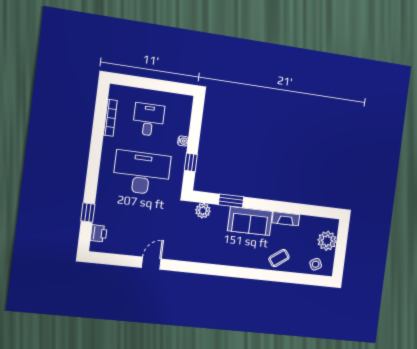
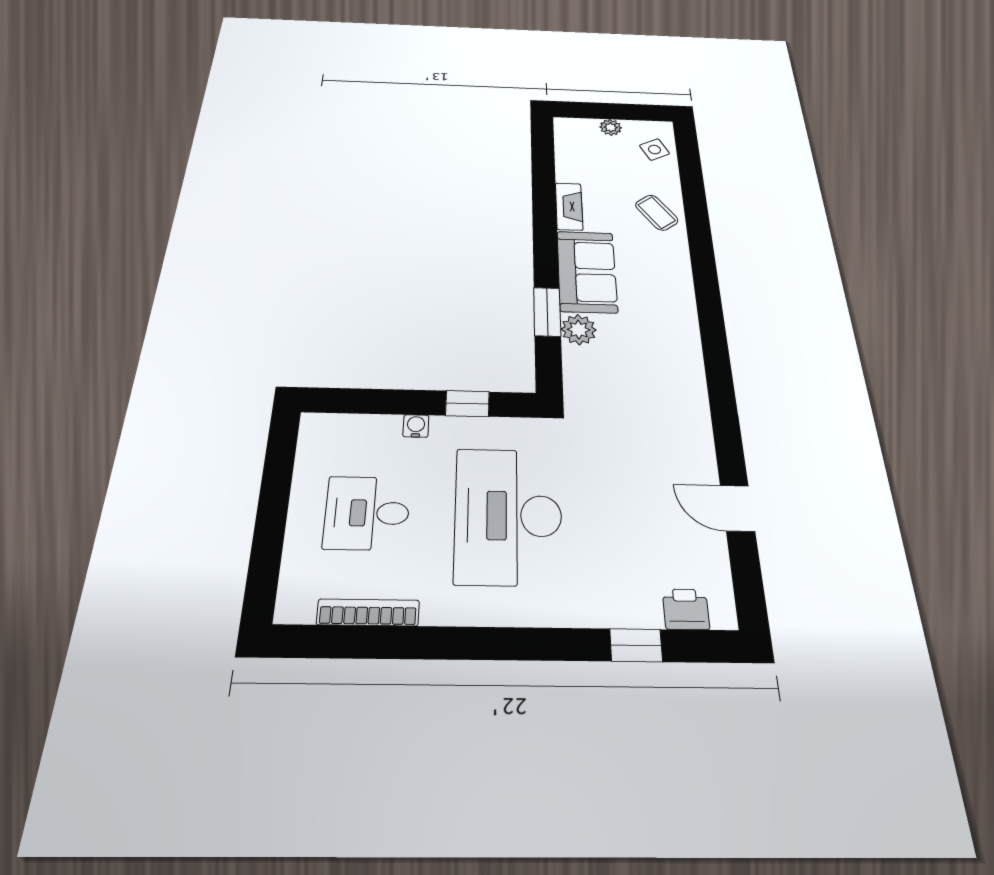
plant: (203, 211) -> (579, 330), moved
plant: (327, 241) -> (611, 127), width x0.53, depth x0.53
door: (151, 263) -> (737, 508), moved

